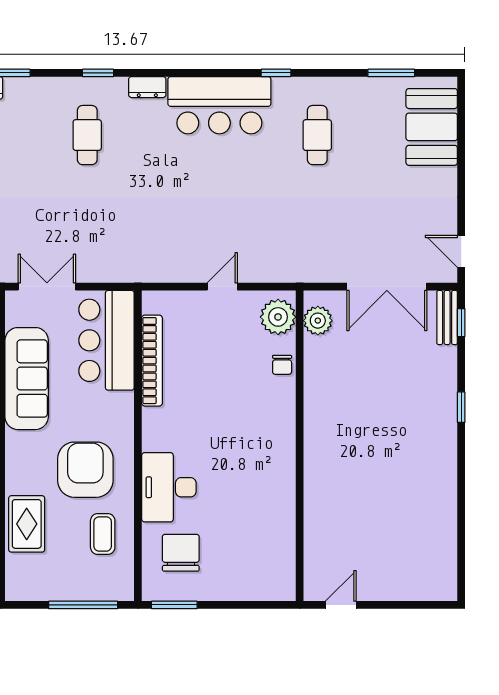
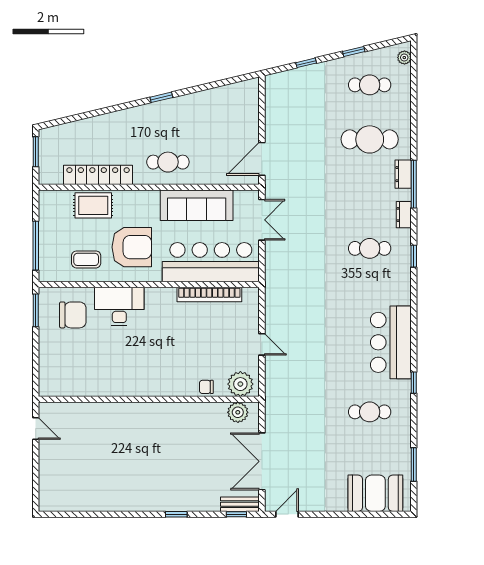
dresser: (147, 87) -> (404, 215), moved
bar counter: (107, 340) -> (211, 262), width x1.36

